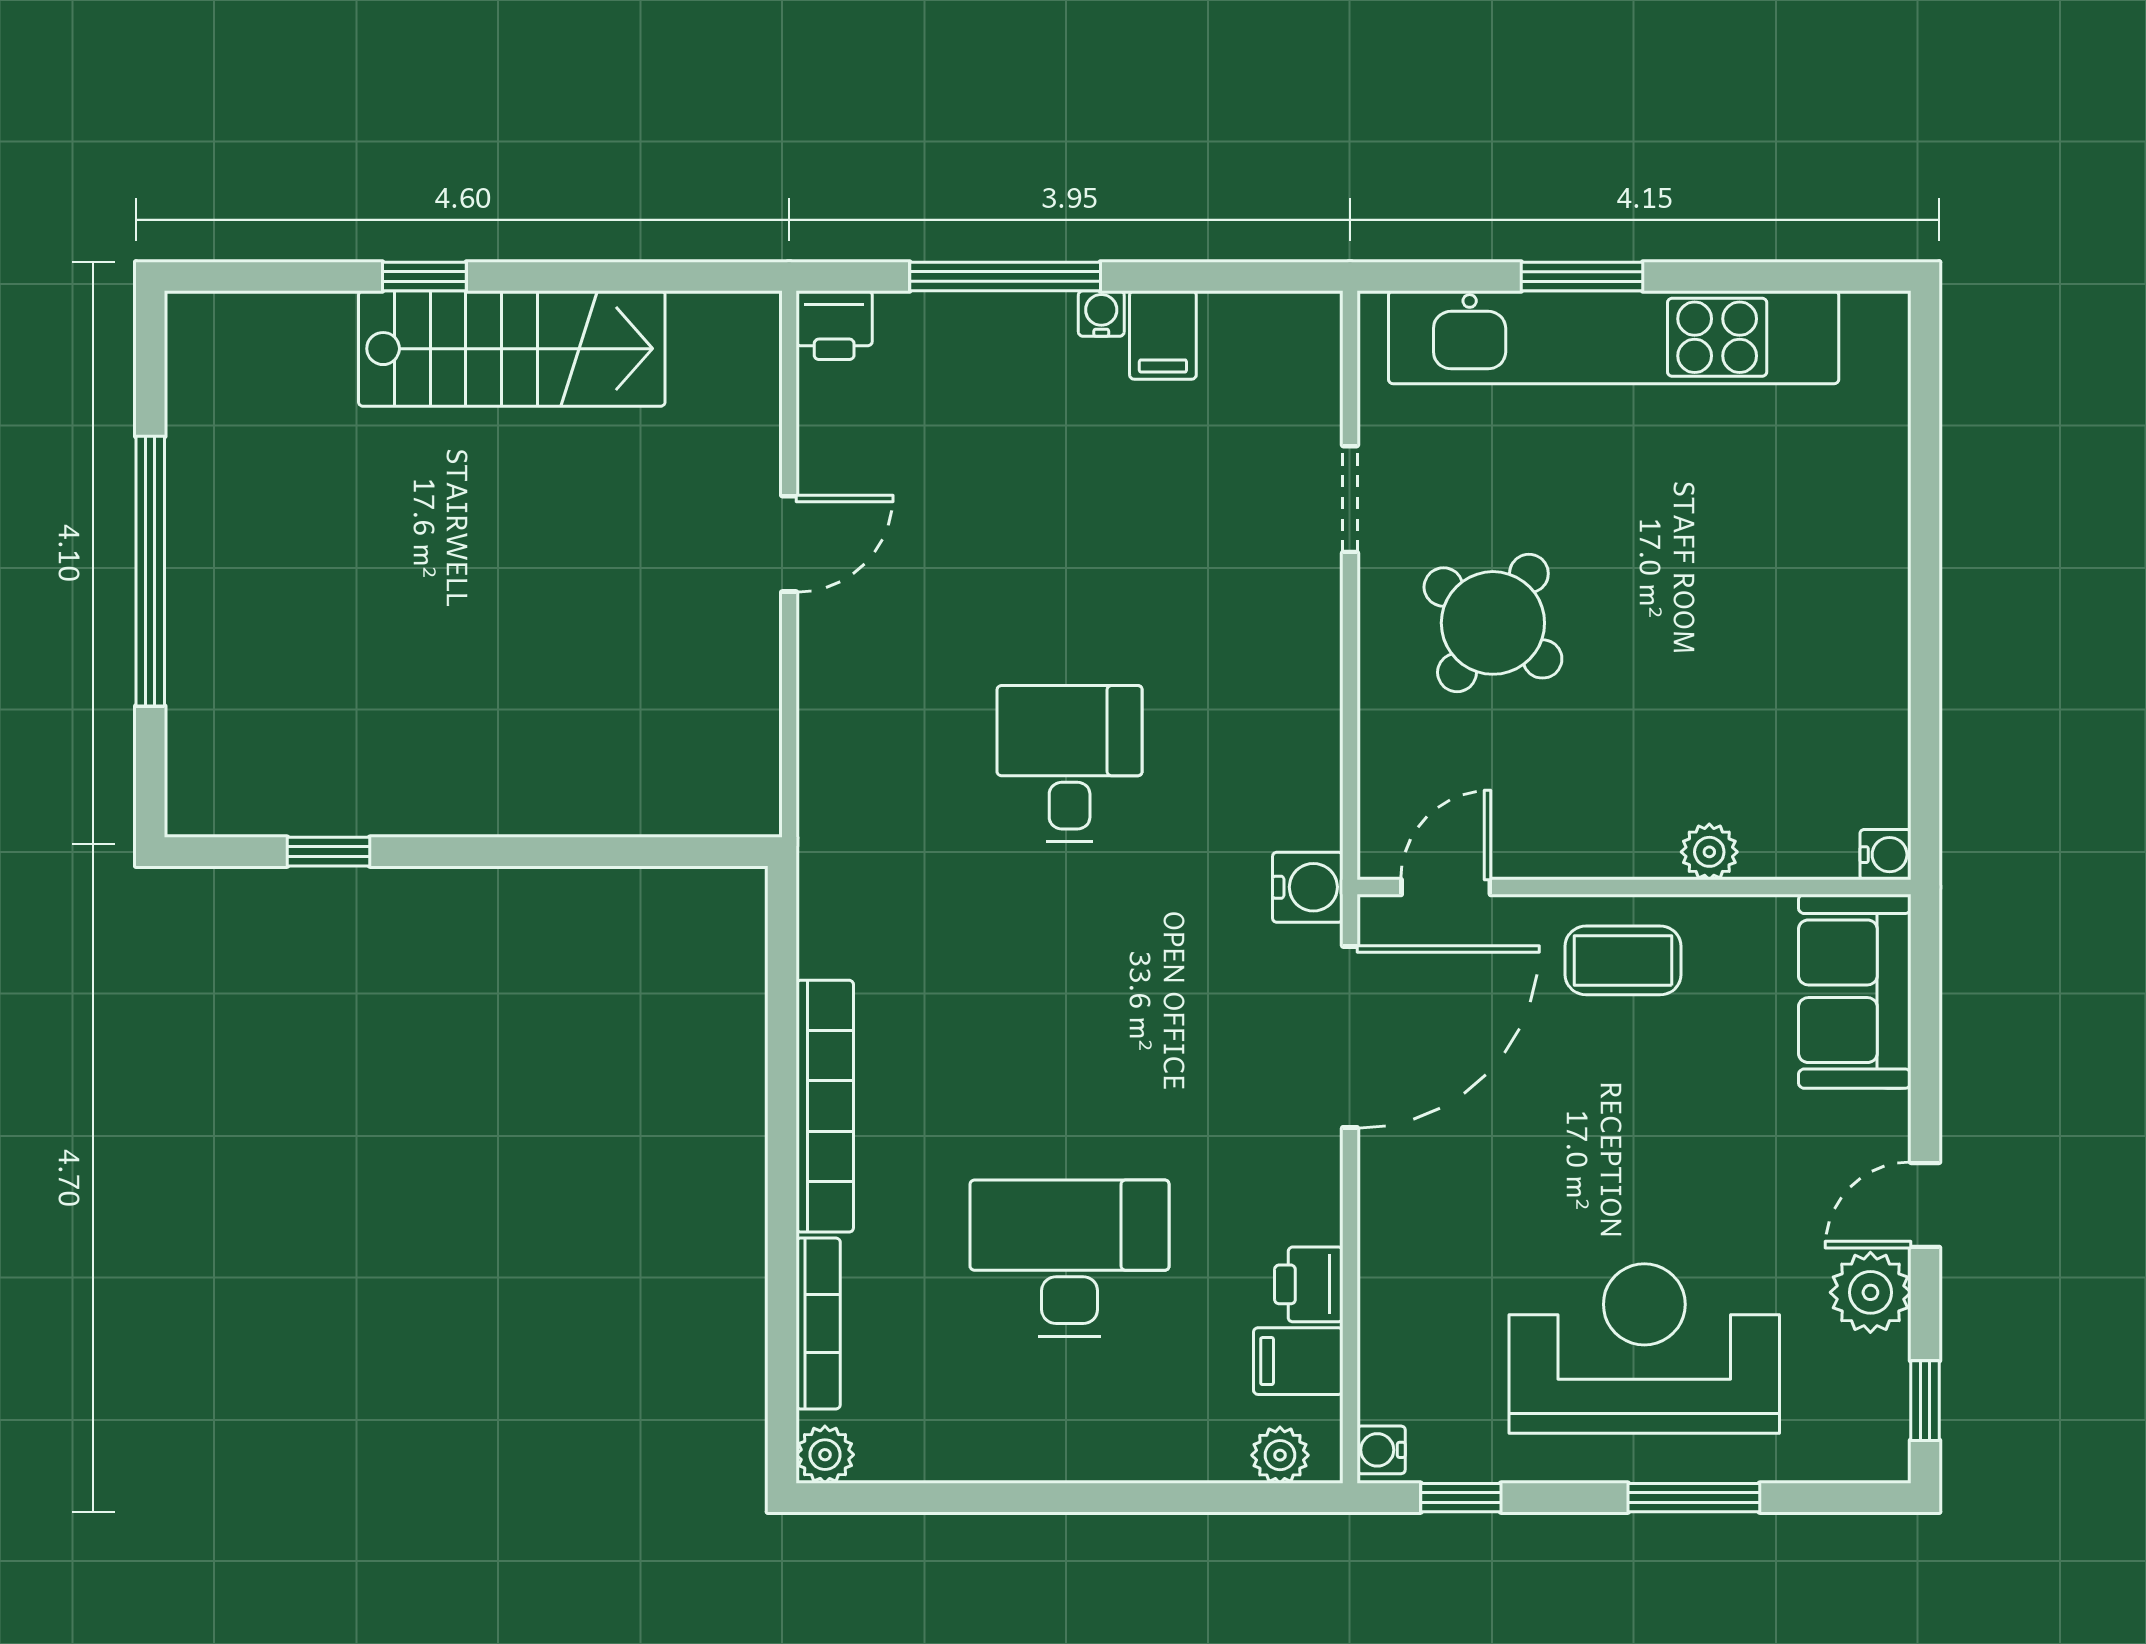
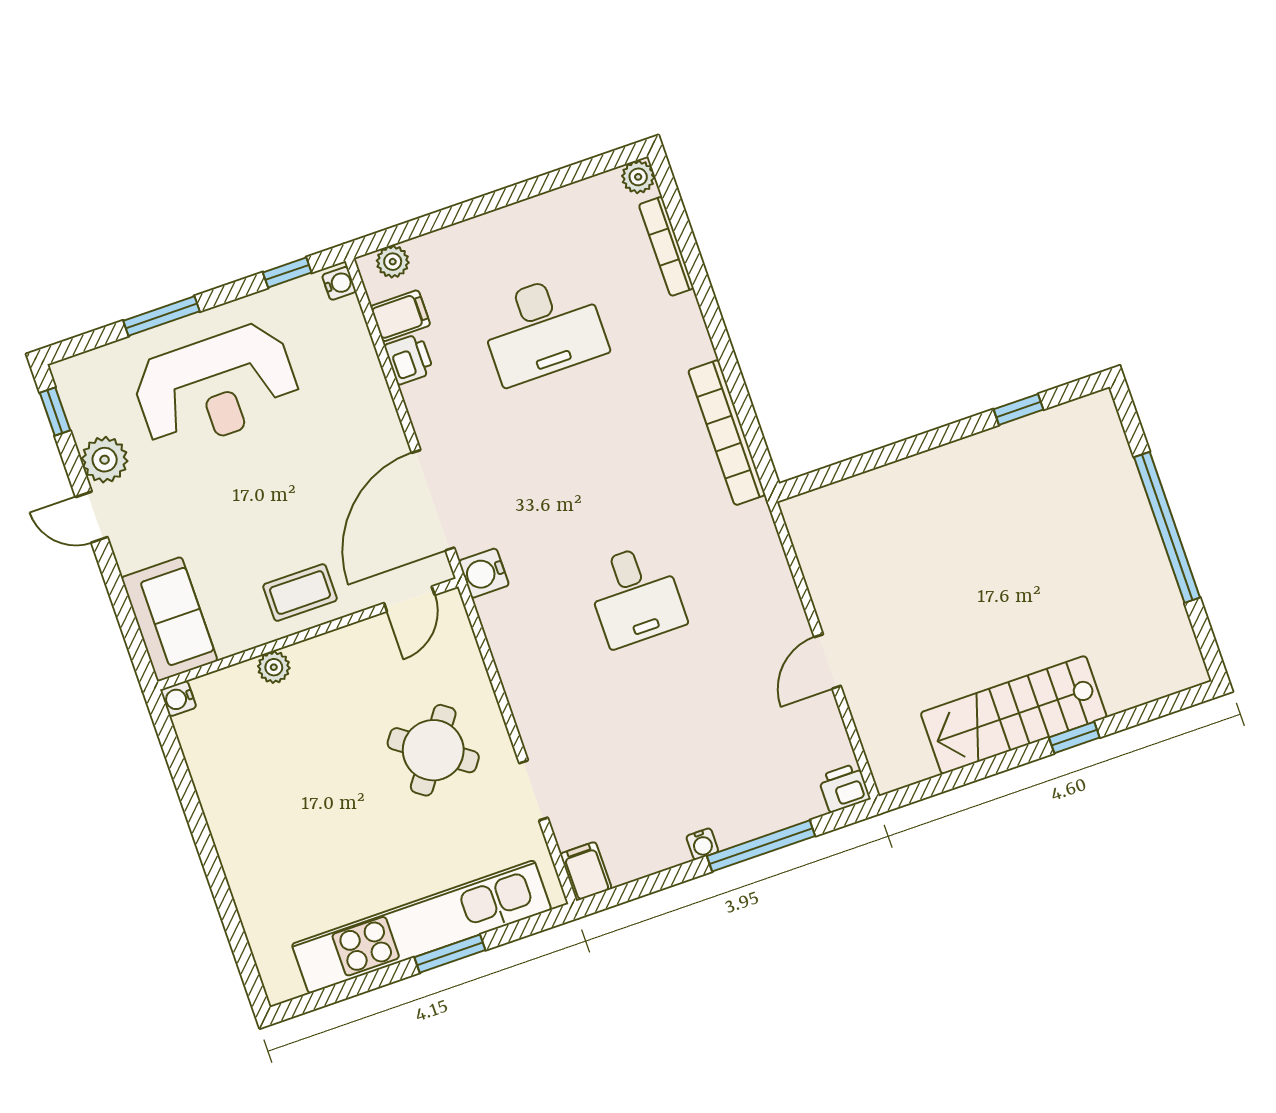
filing cabinet: (1163, 335) -> (586, 871), moved
bookcase: (825, 1106) -> (727, 433), moved
door: (1925, 1205) -> (91, 517), swing flipped

